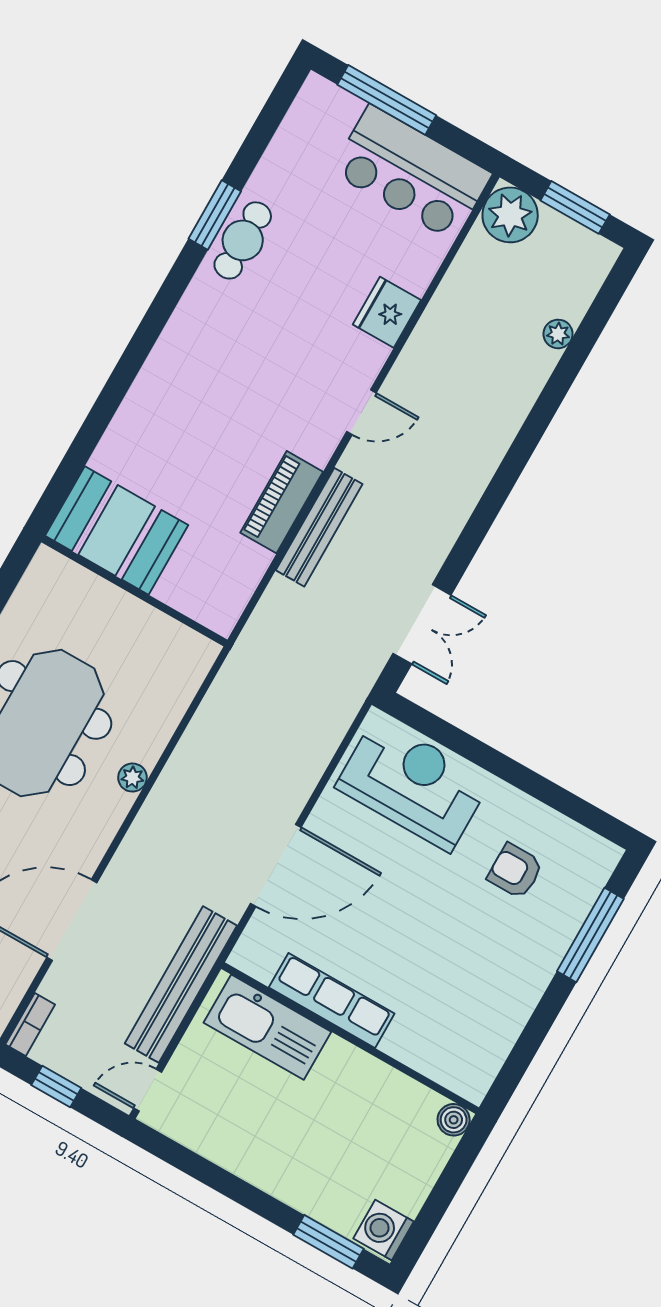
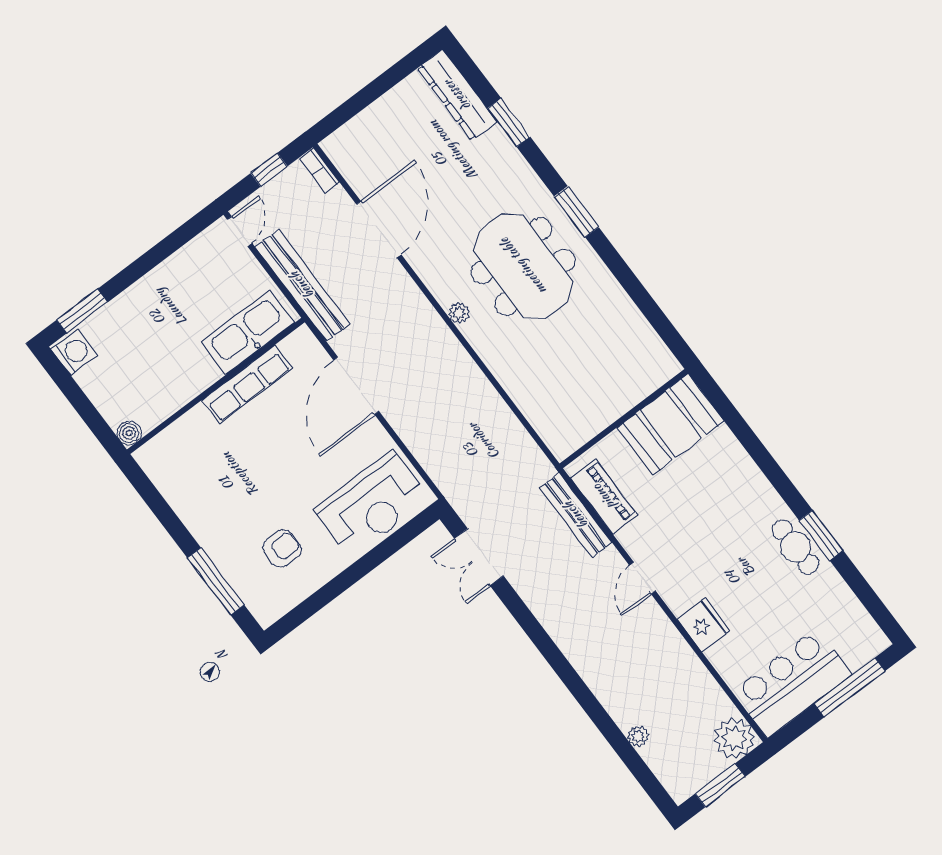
booth: (117, 530) -> (671, 424), moved
wall: (134, 591) -> (624, 419), moved

